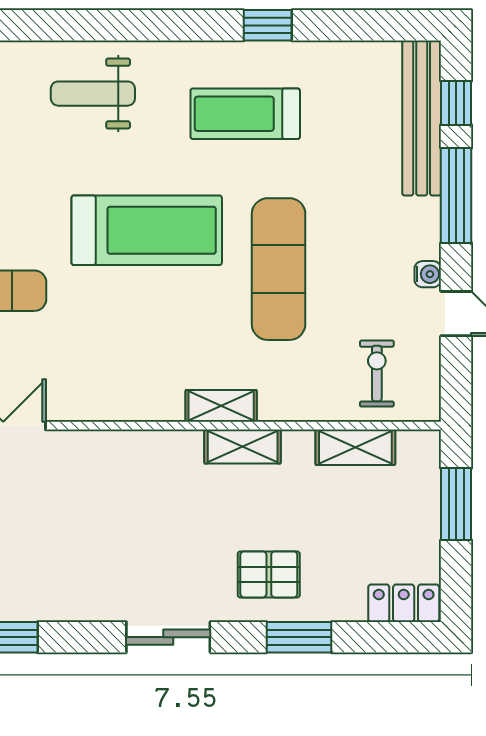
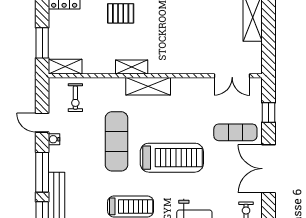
treadmill: (147, 230) -> (172, 158), turned 180
shelving: (221, 406) -> (148, 86), width x1.50, depth x1.33
shelving: (355, 447) -> (65, 67), moved

